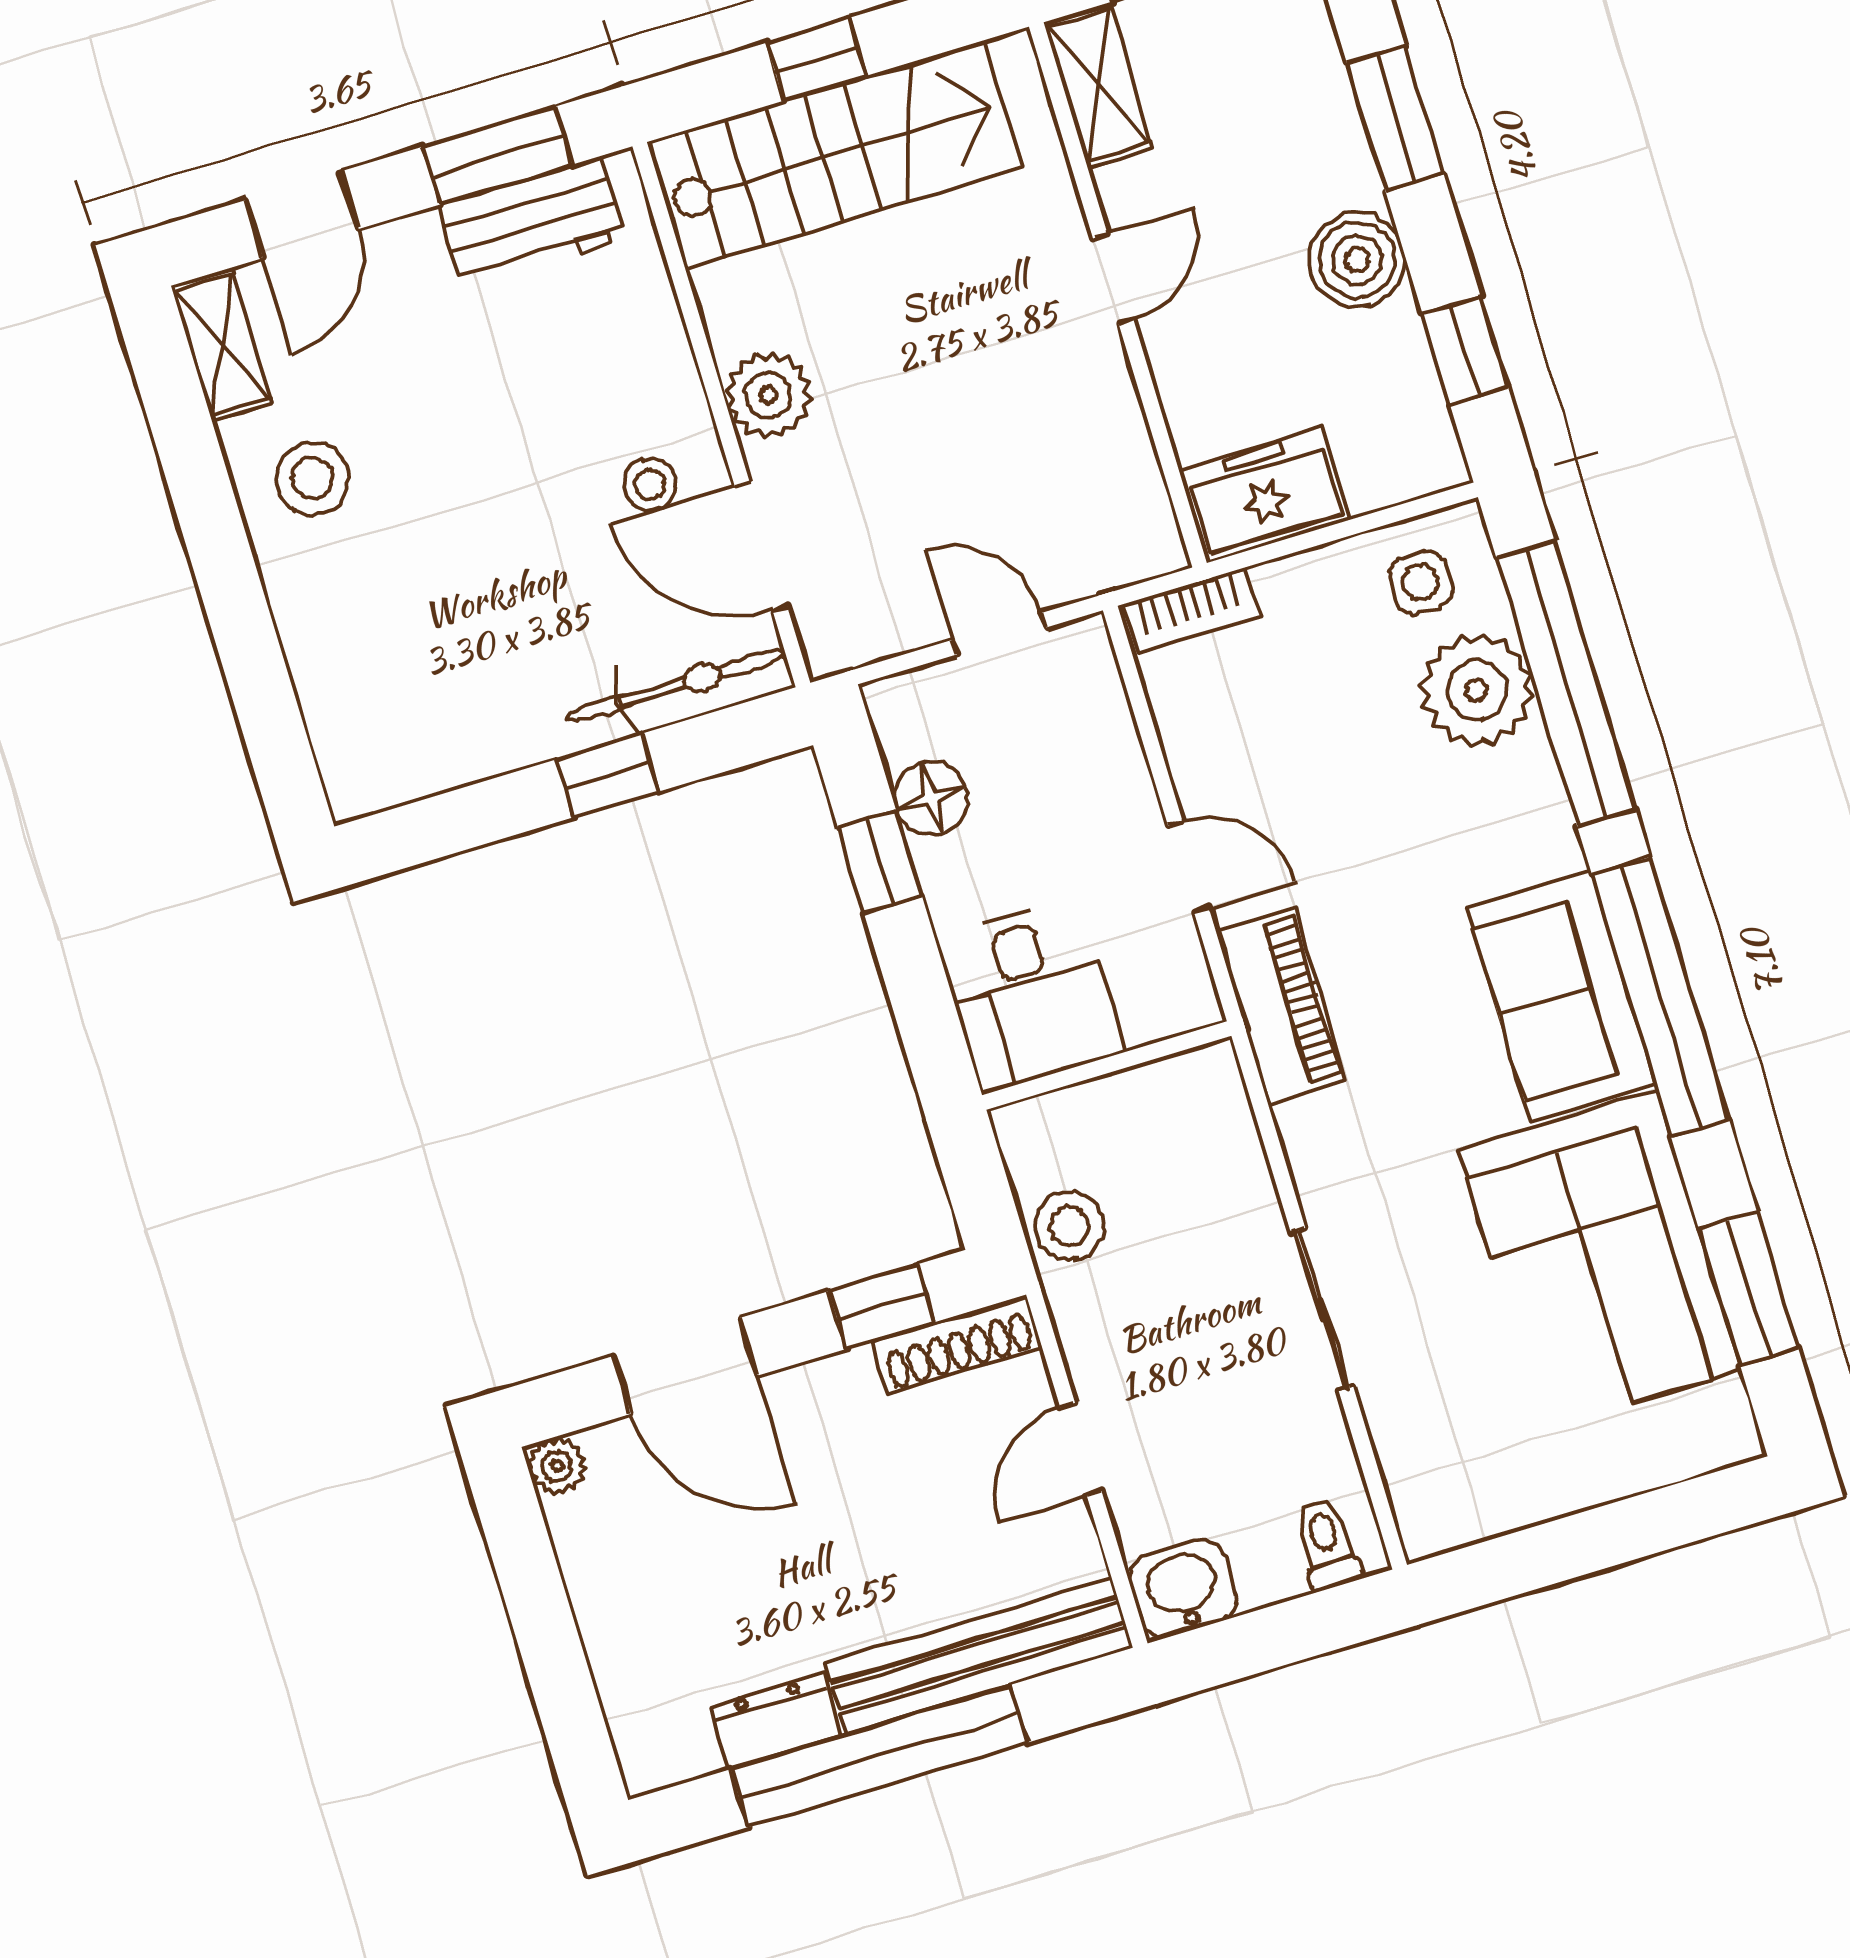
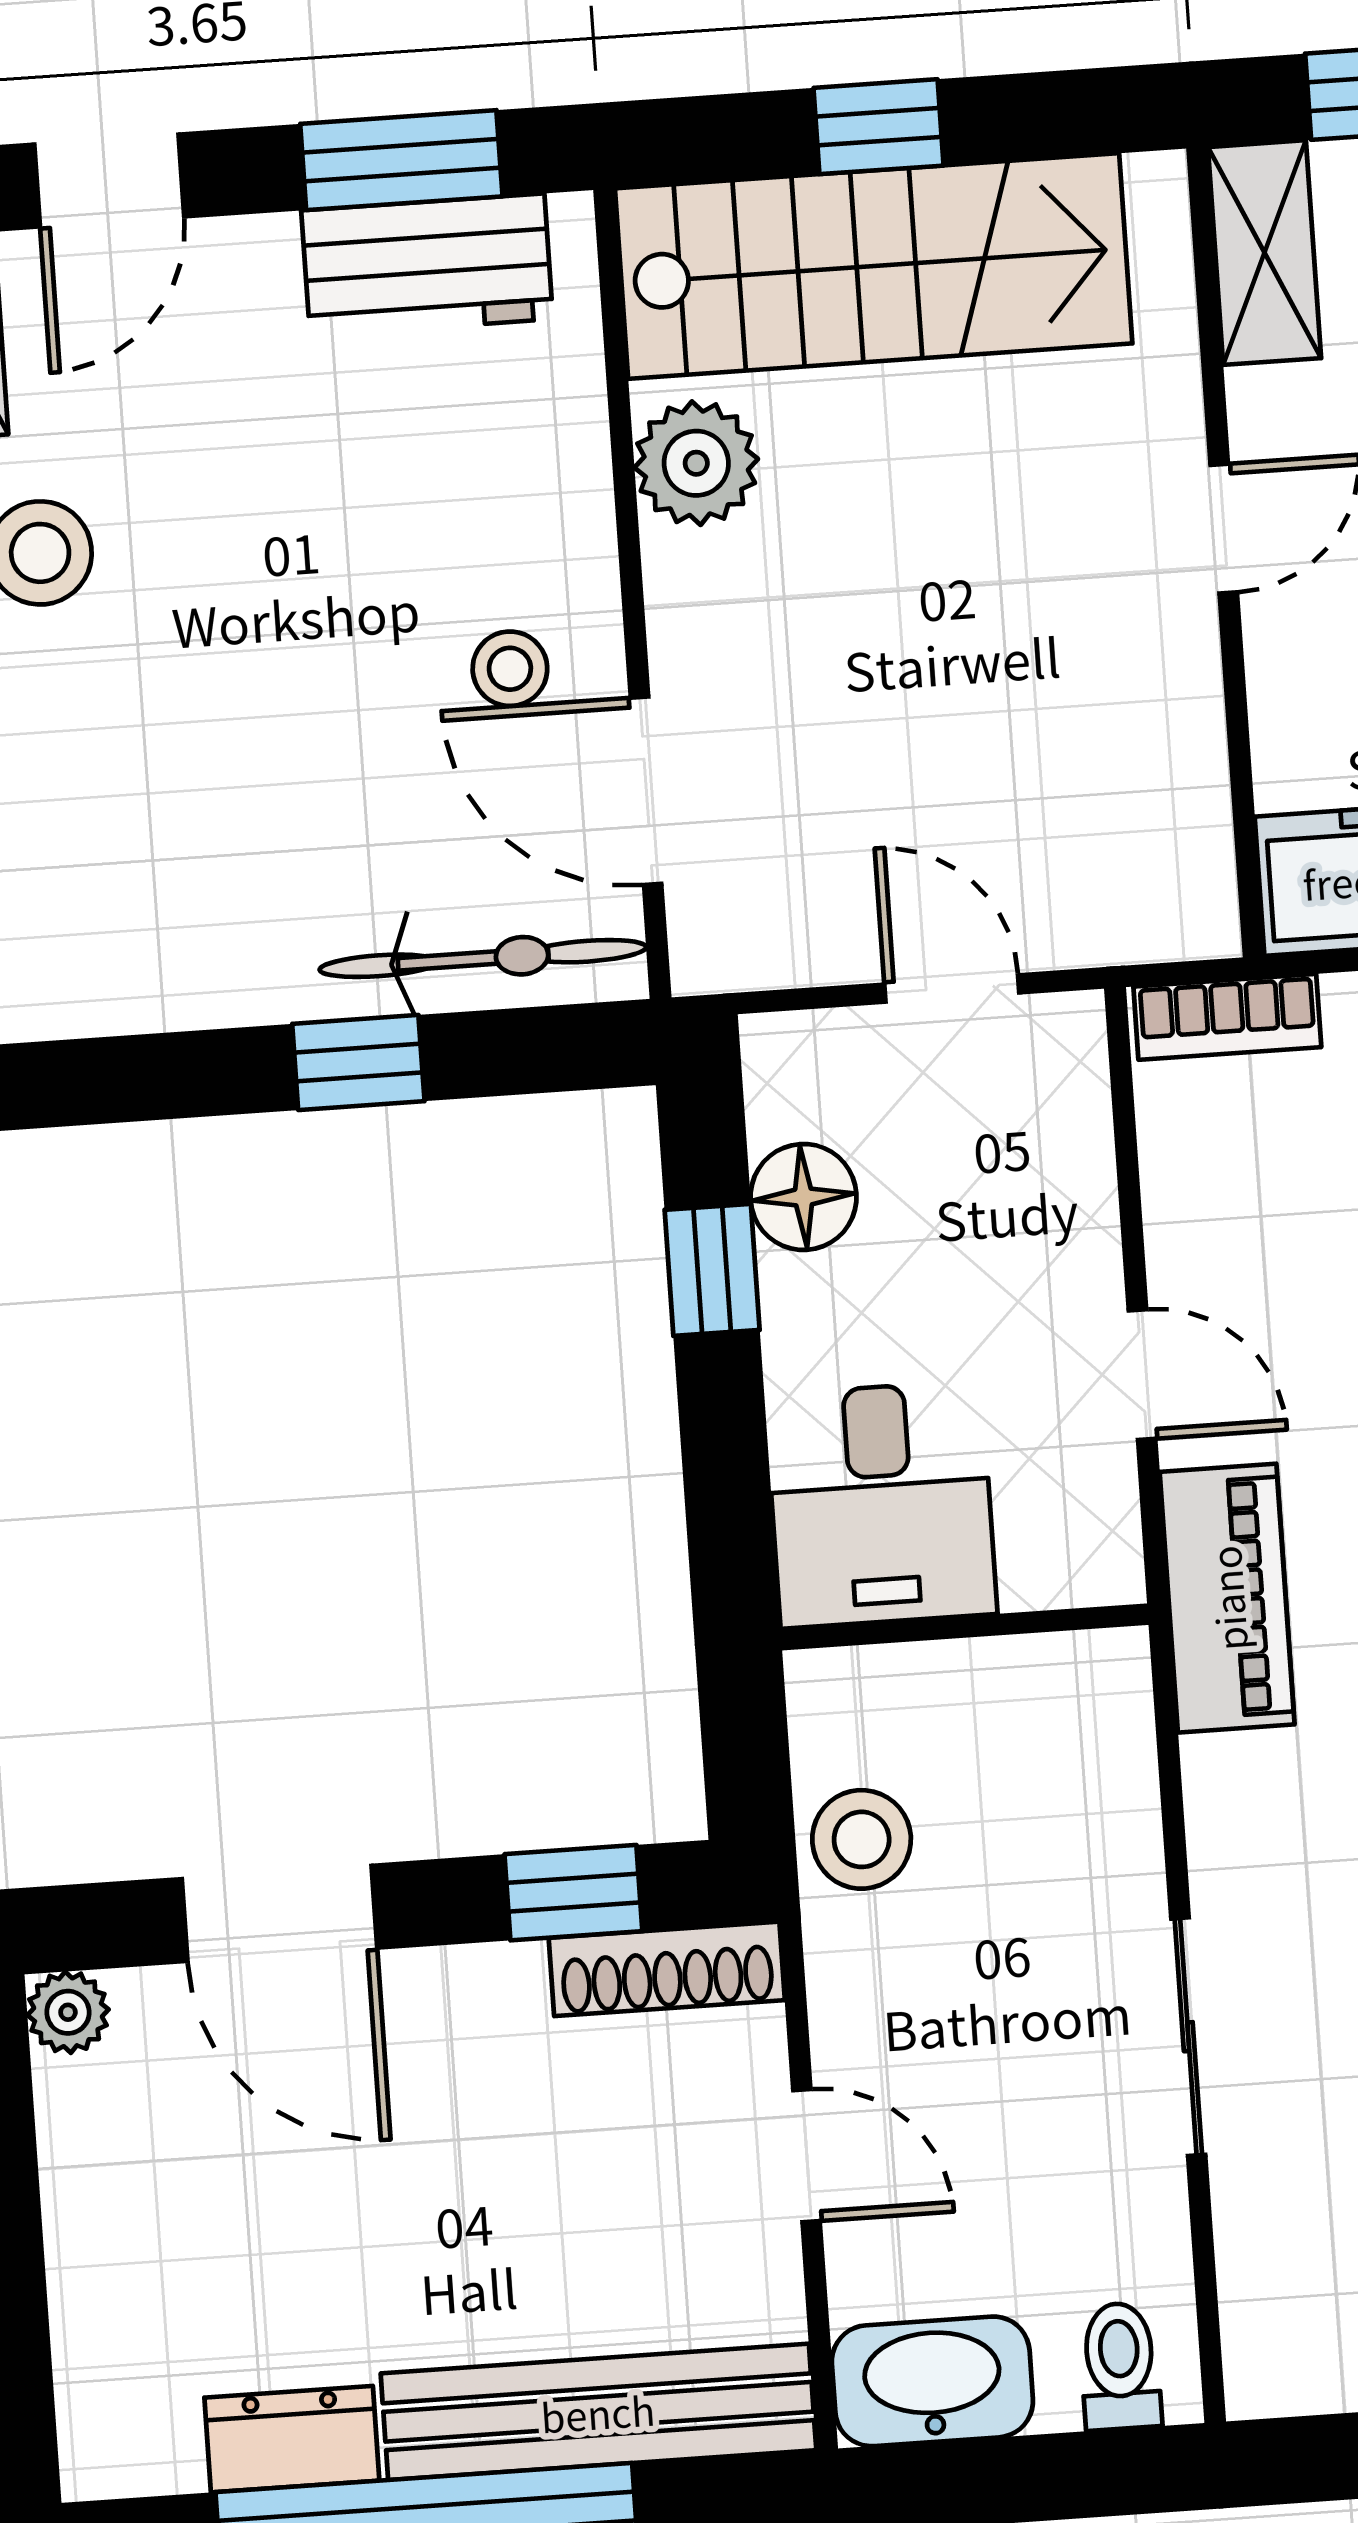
plant: (768, 395) -> (696, 463), moved
door: (1081, 1449) -> (807, 2156), swing flipped
washbasin: (1183, 1589) -> (932, 2381), width x1.38

